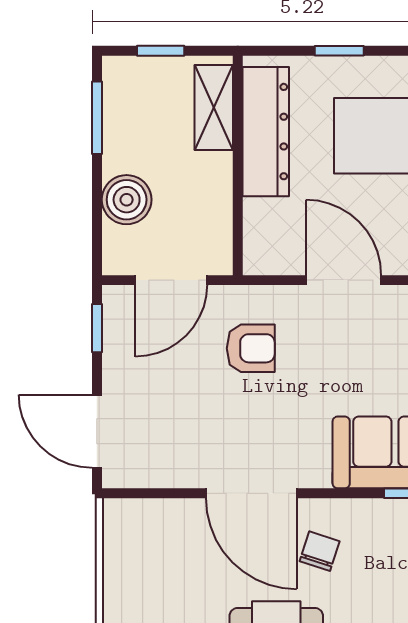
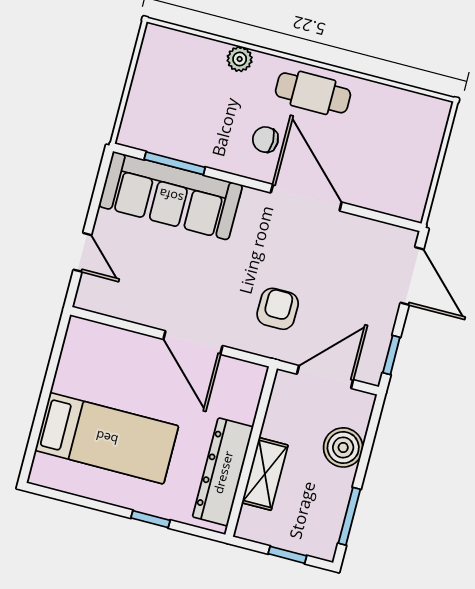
shelving: (214, 108) -> (265, 474), moved
armchair: (251, 348) -> (278, 309), turned 90
chair: (320, 551) -> (265, 140), turned 72

